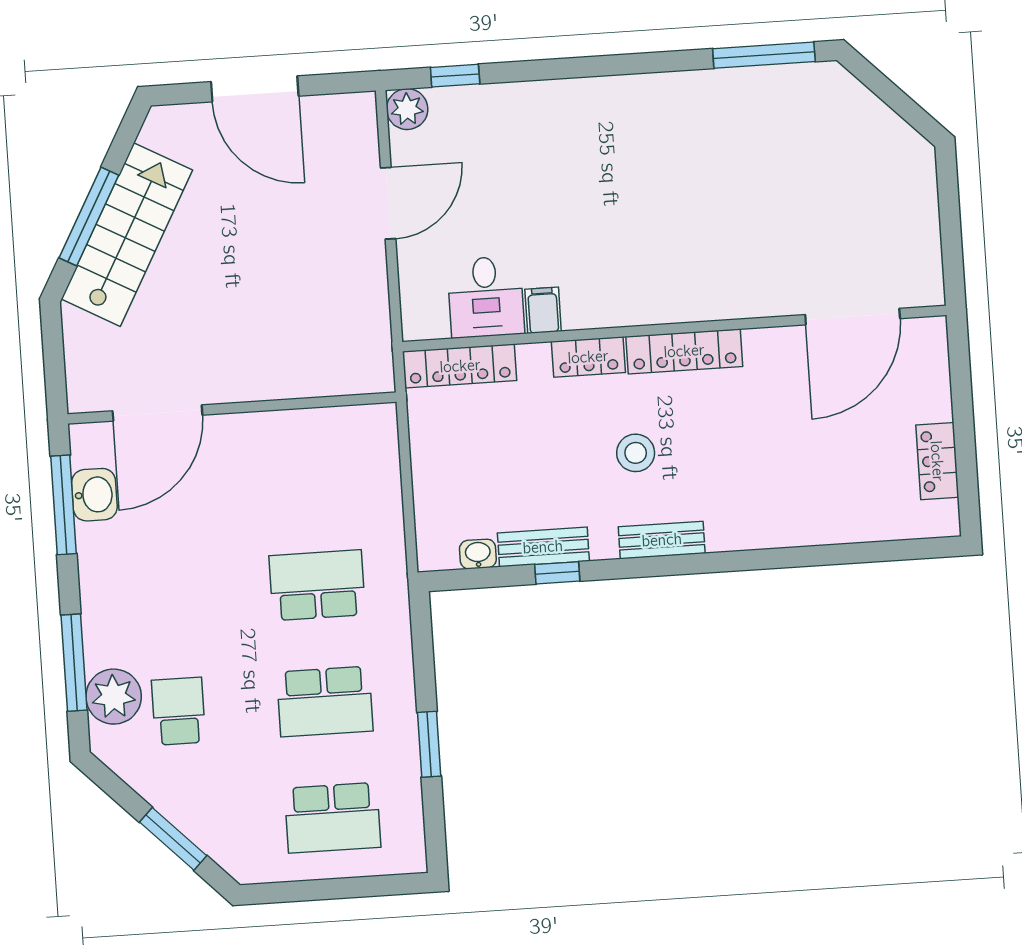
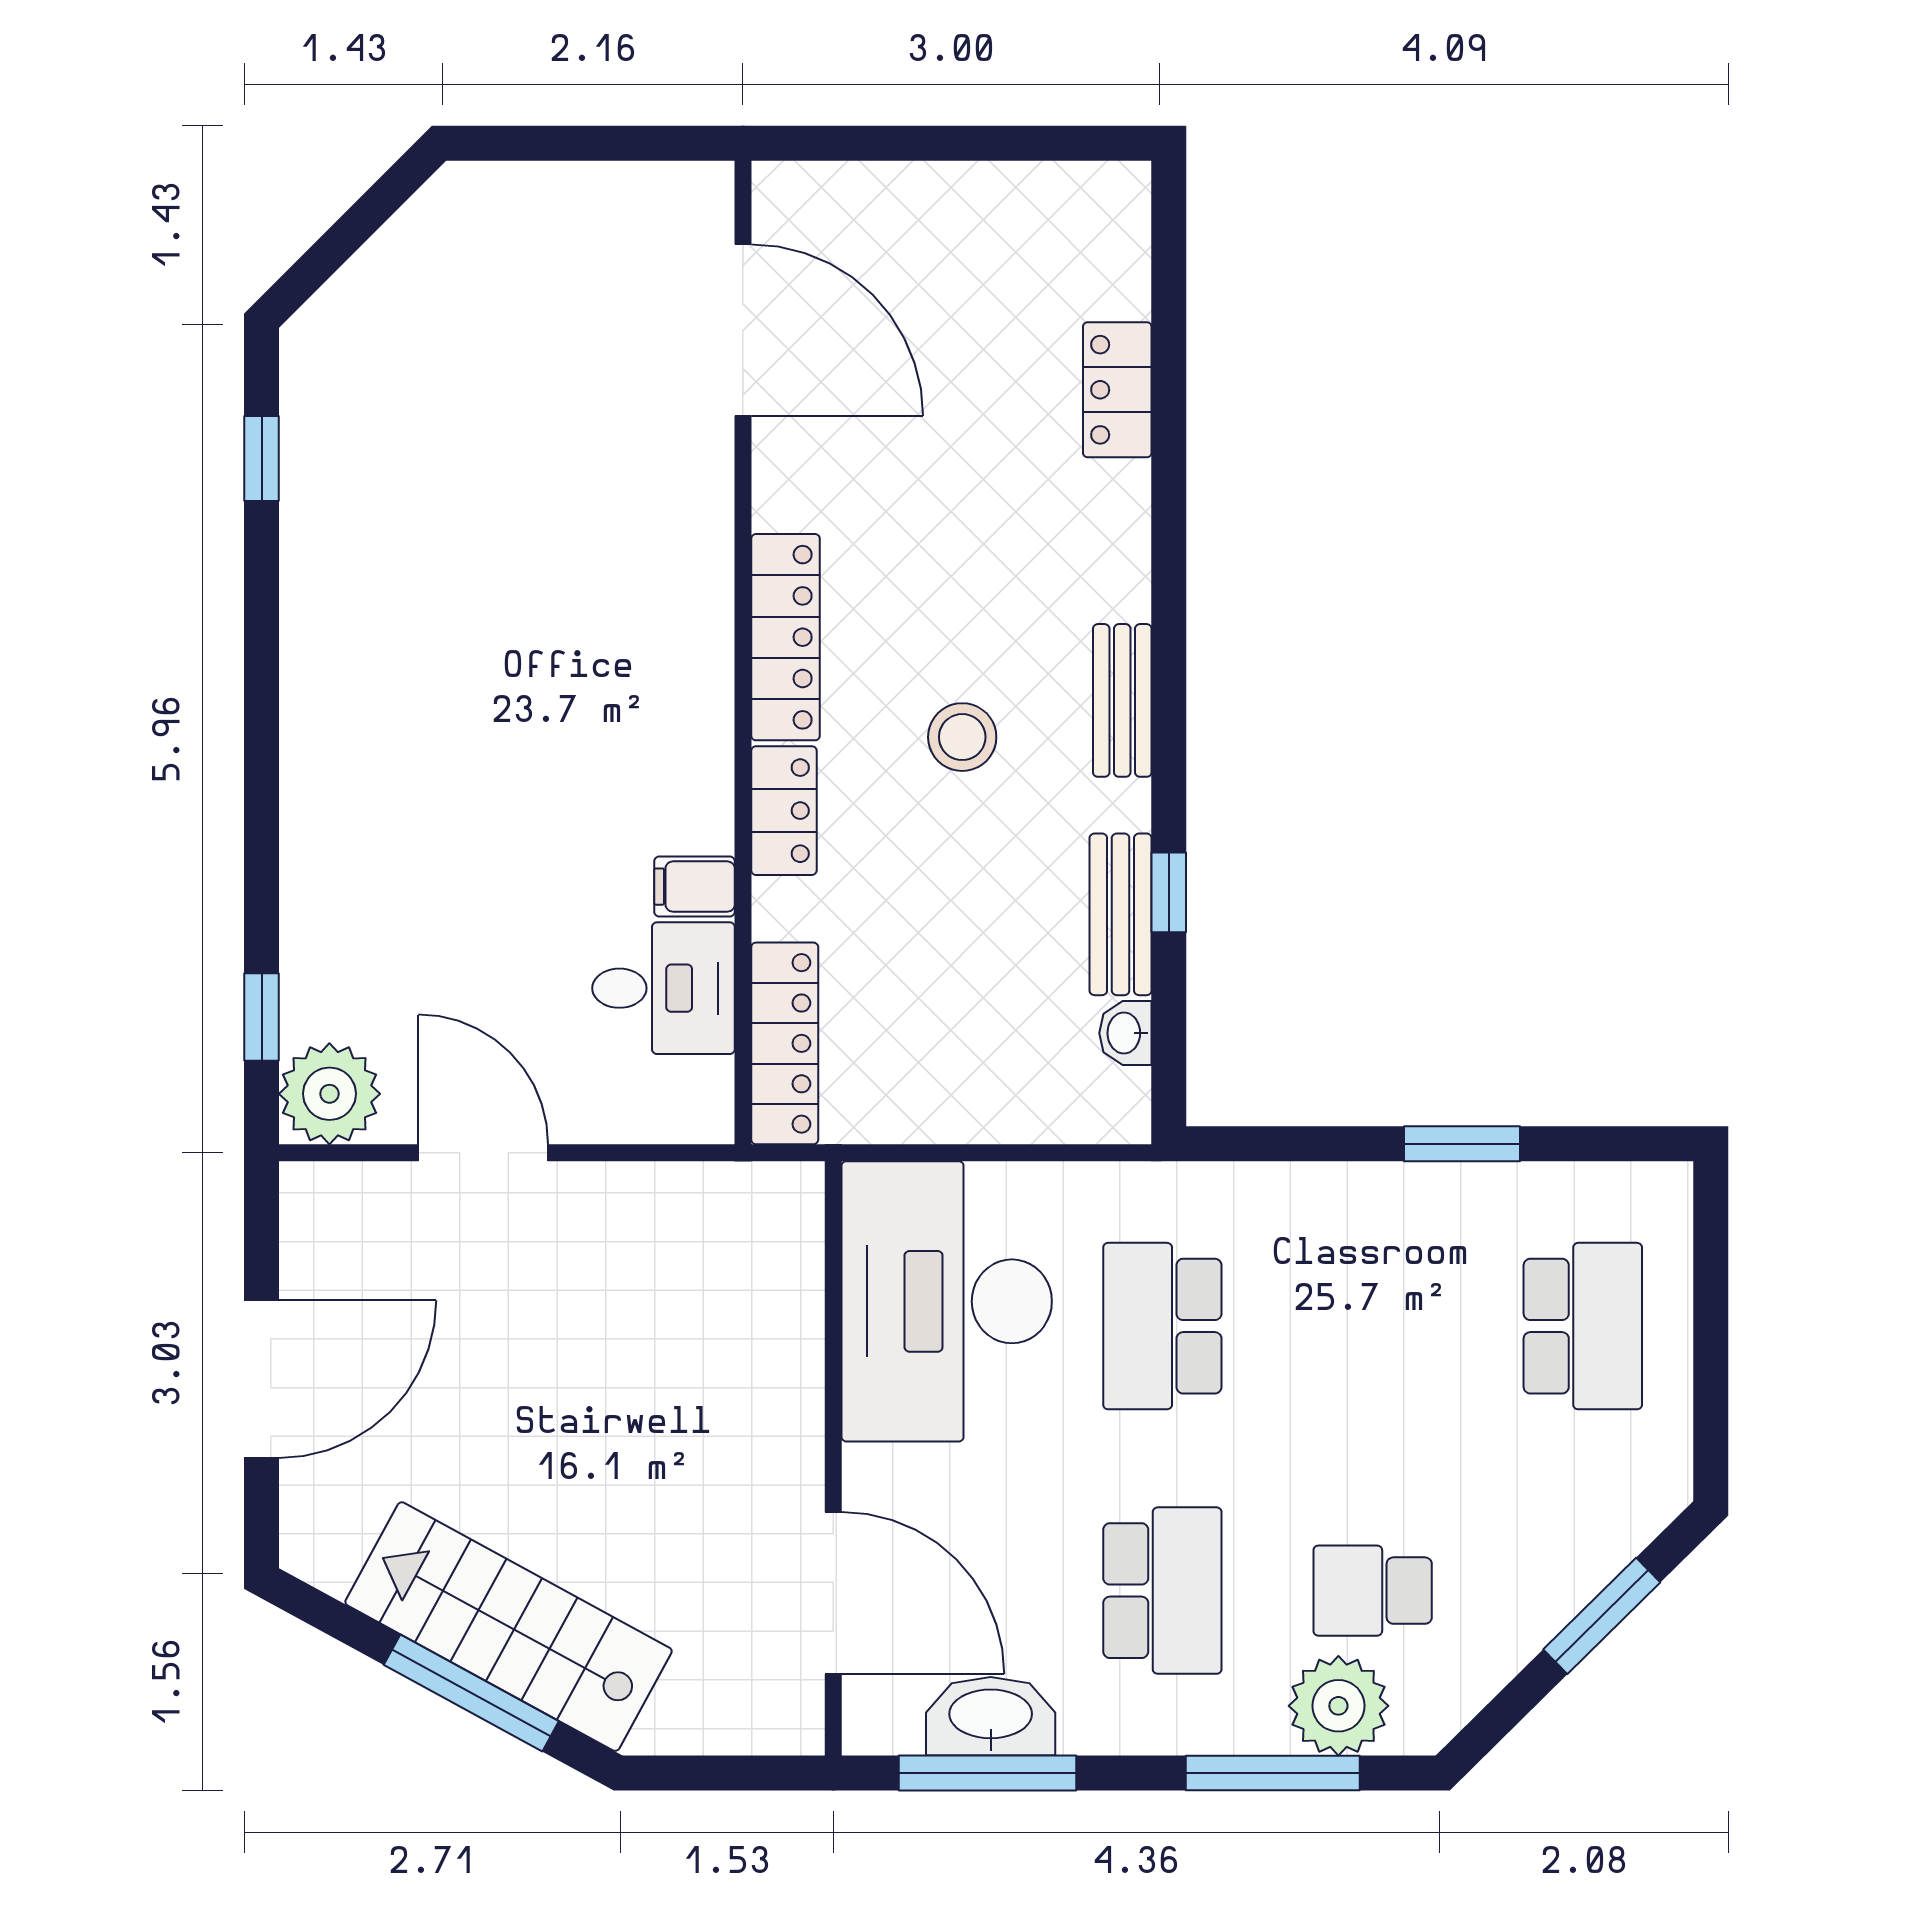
window: (764, 55) -> (262, 458), width x0.46
plant: (407, 109) -> (329, 1094), width x1.36, depth x1.36
locker: (937, 461) -> (1117, 390), moved, turned 90
desk: (323, 465) -> (947, 1301), added
washbasin: (94, 495) -> (991, 1716), width x1.38
school desk: (325, 701) -> (1162, 1591), moved

